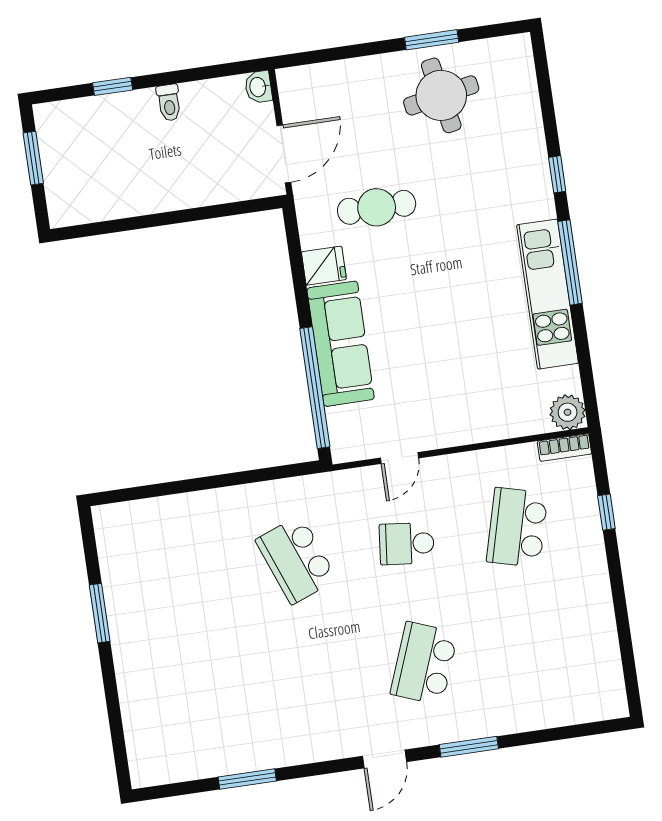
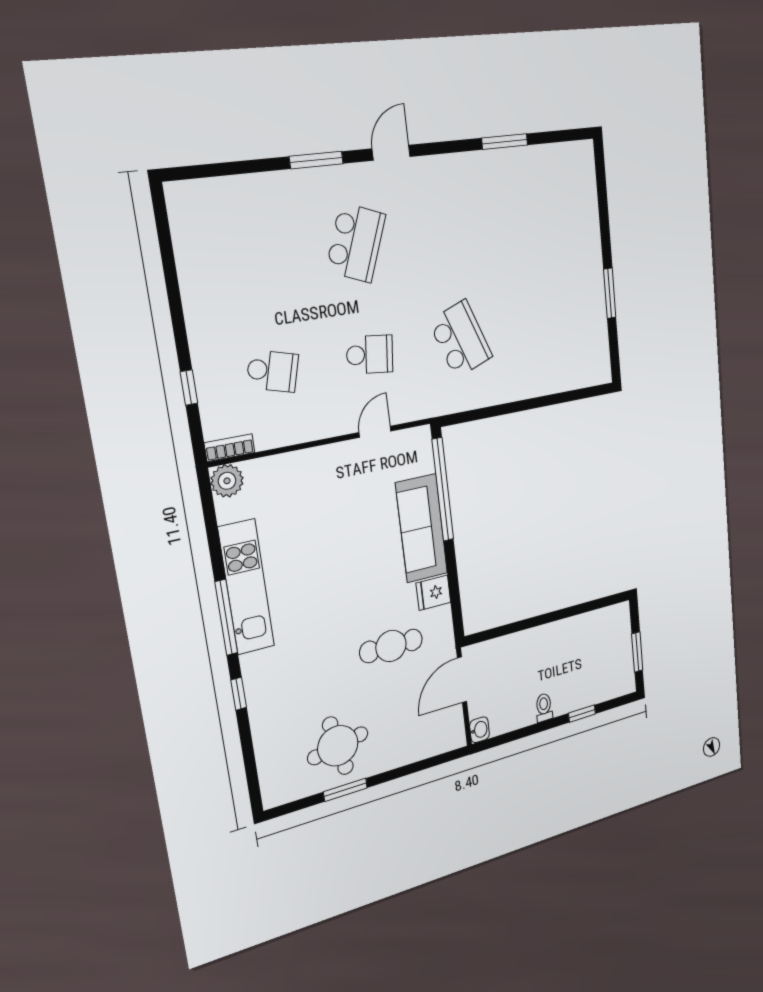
school desk: (517, 527) -> (272, 371), width x0.54

